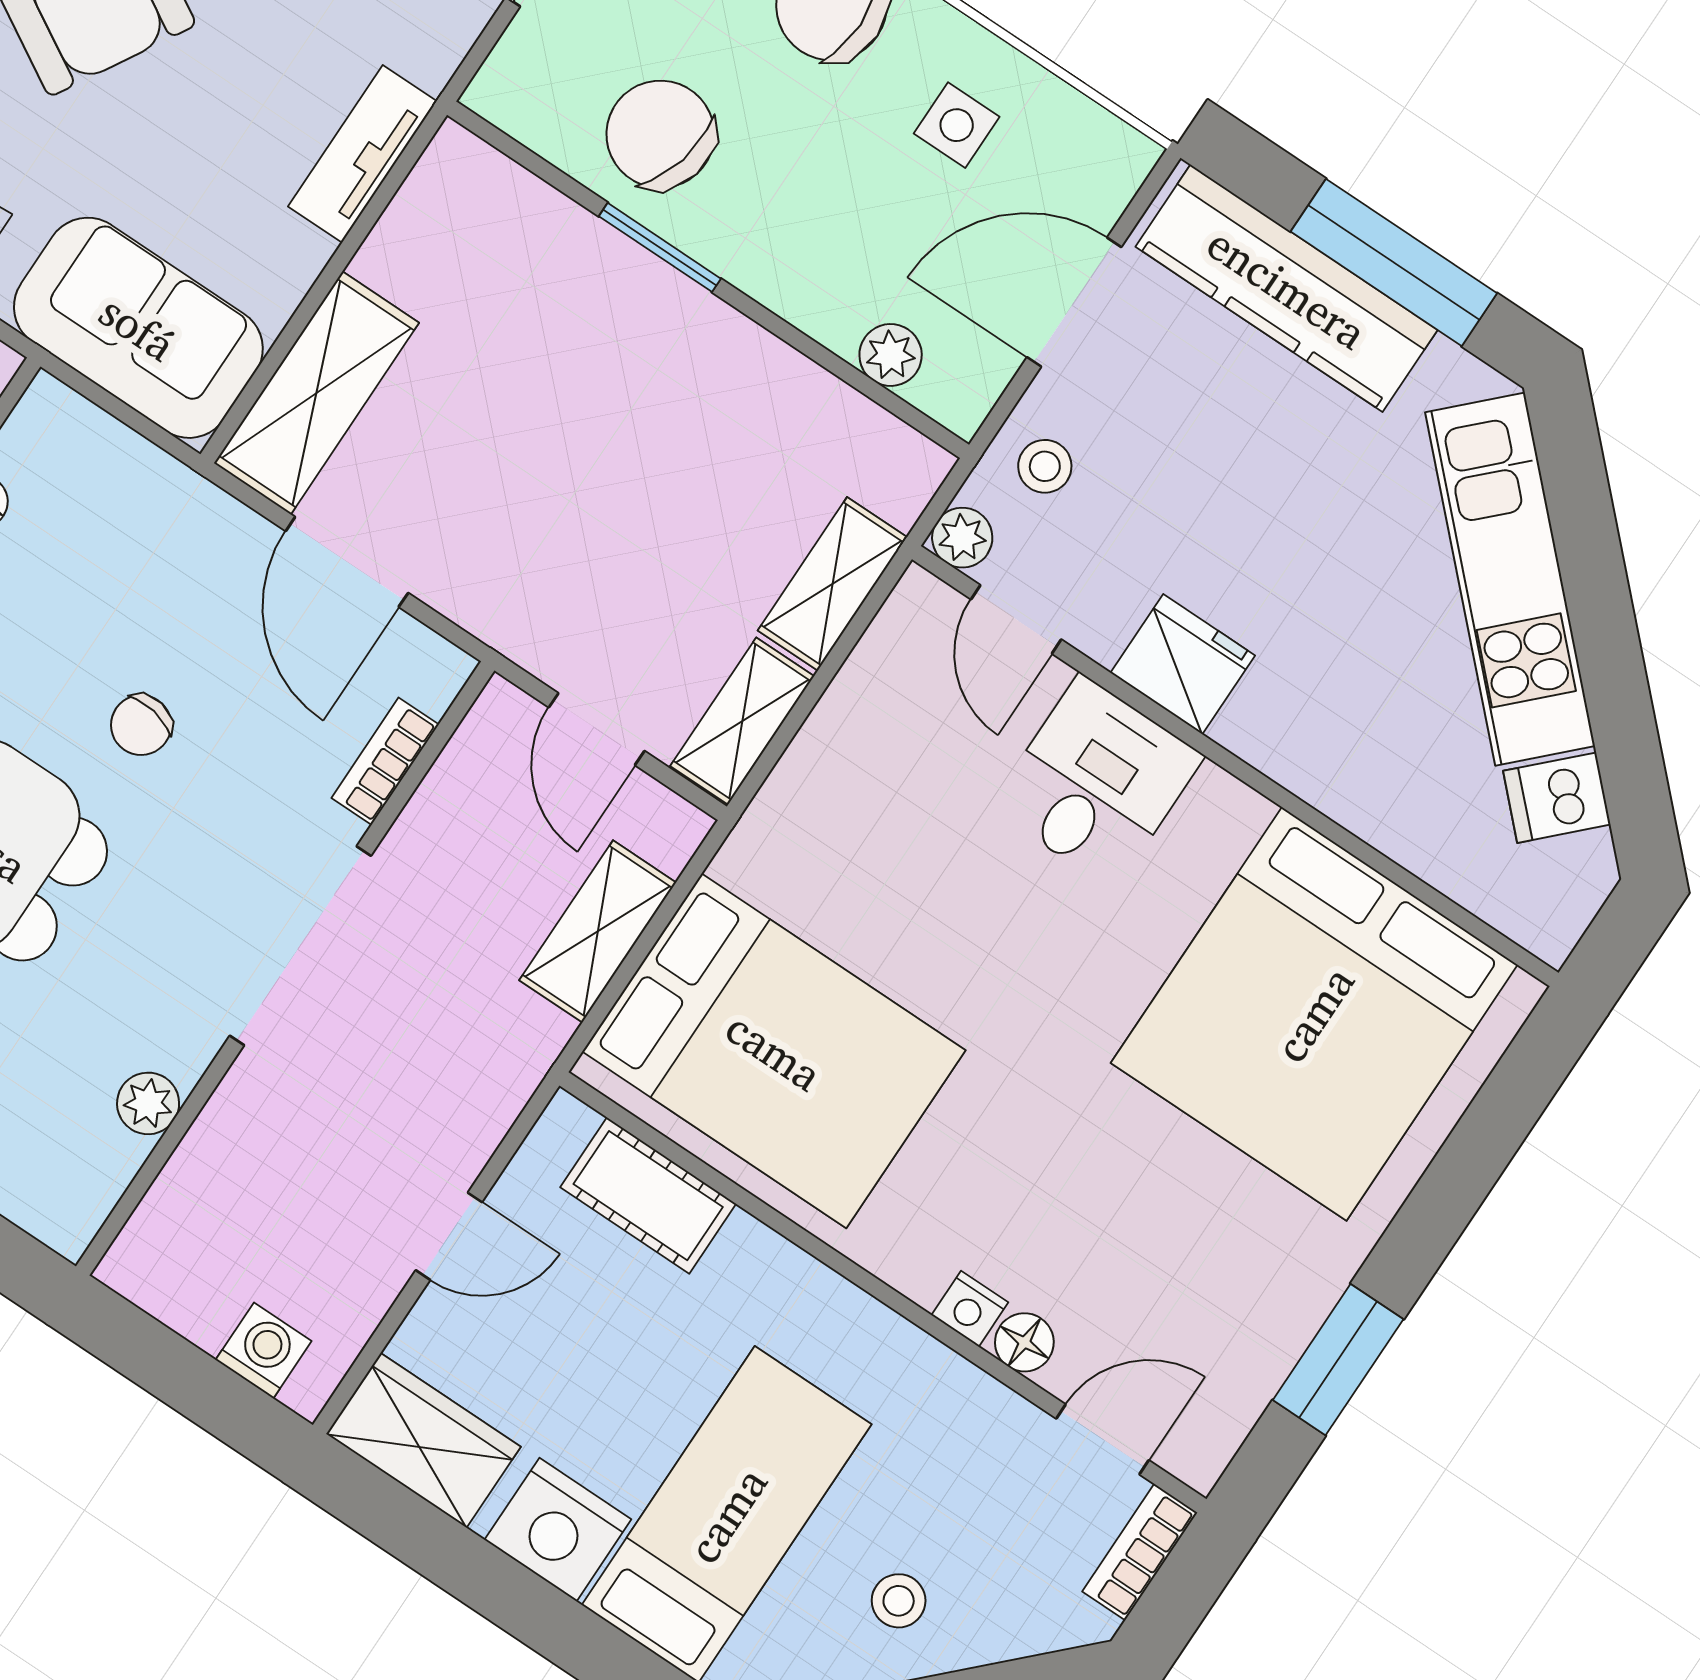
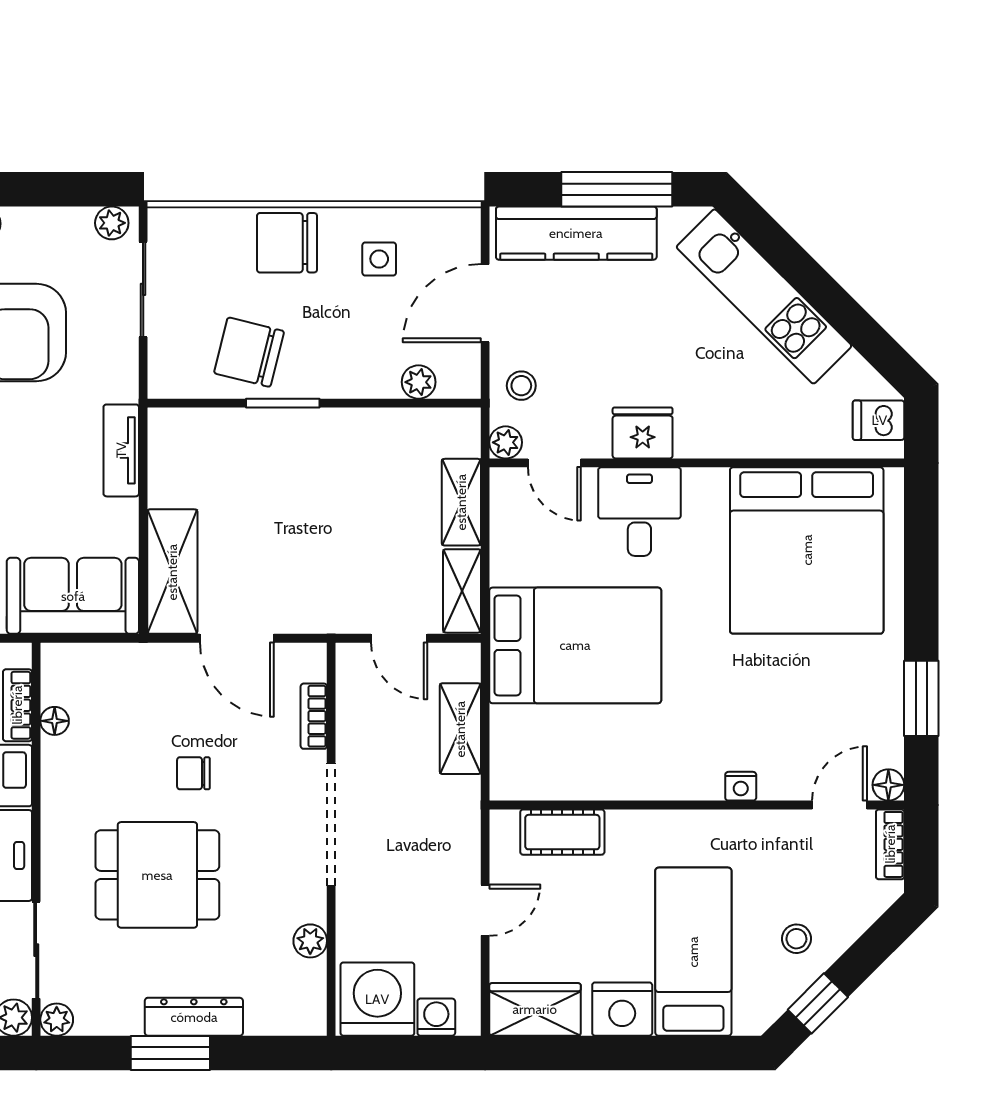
chair: (141, 725) -> (193, 773), turned 80
dishwasher: (1557, 798) -> (879, 420), moved, turned 45
bed: (774, 1051) -> (575, 645), moved
washing machine: (192, 1262) -> (377, 999), added
floor lamp: (1024, 1342) -> (888, 785), moved

